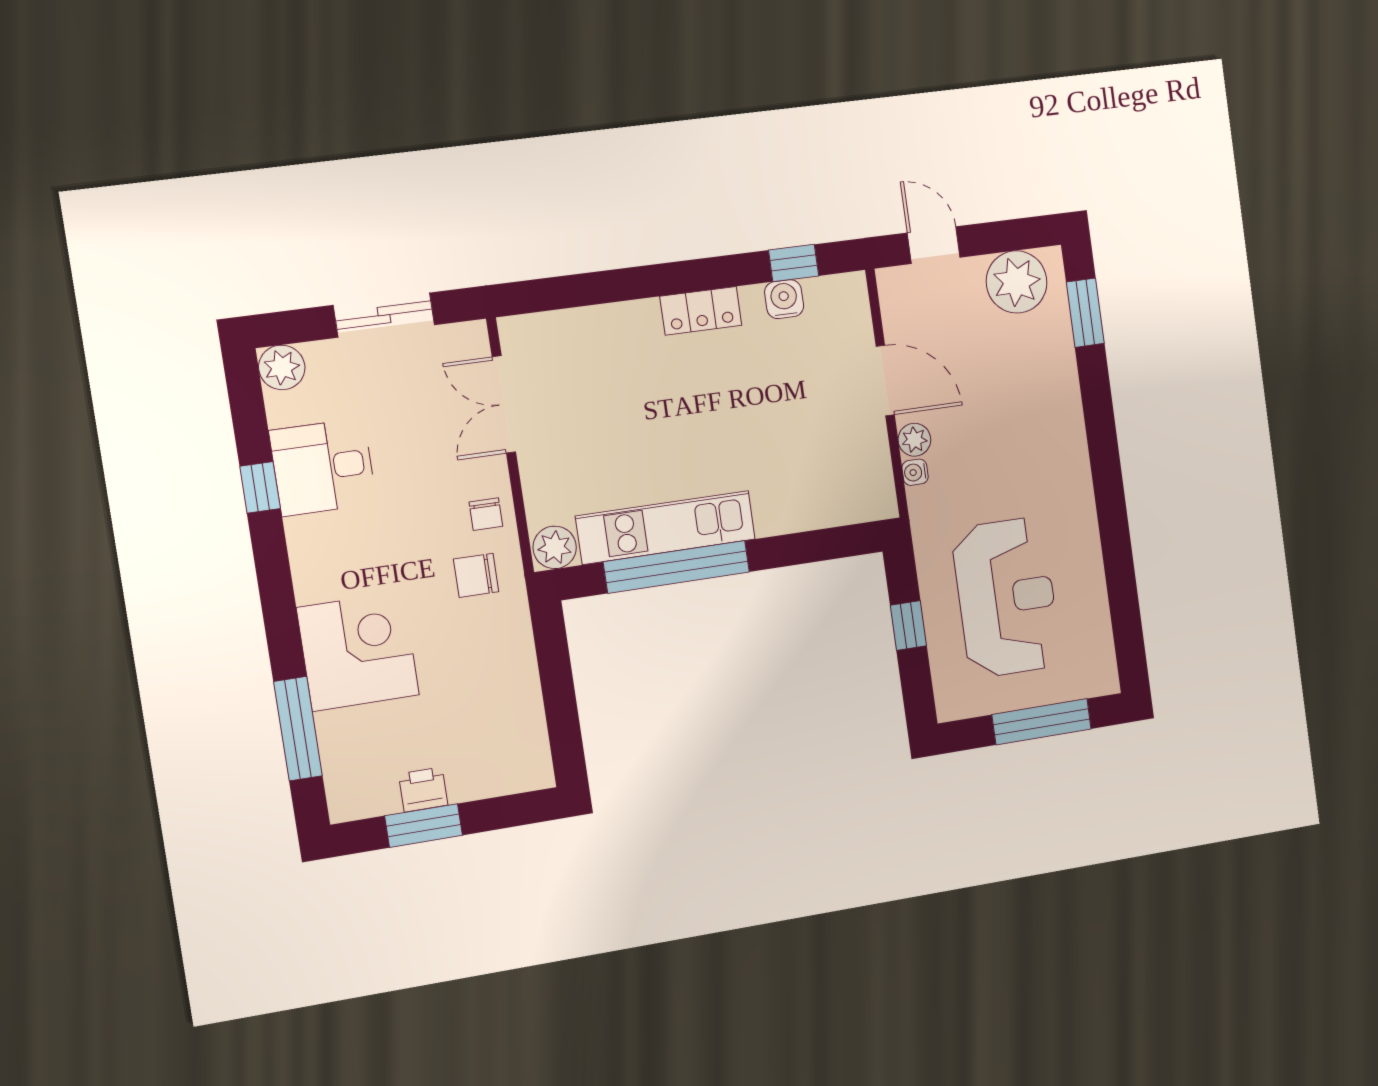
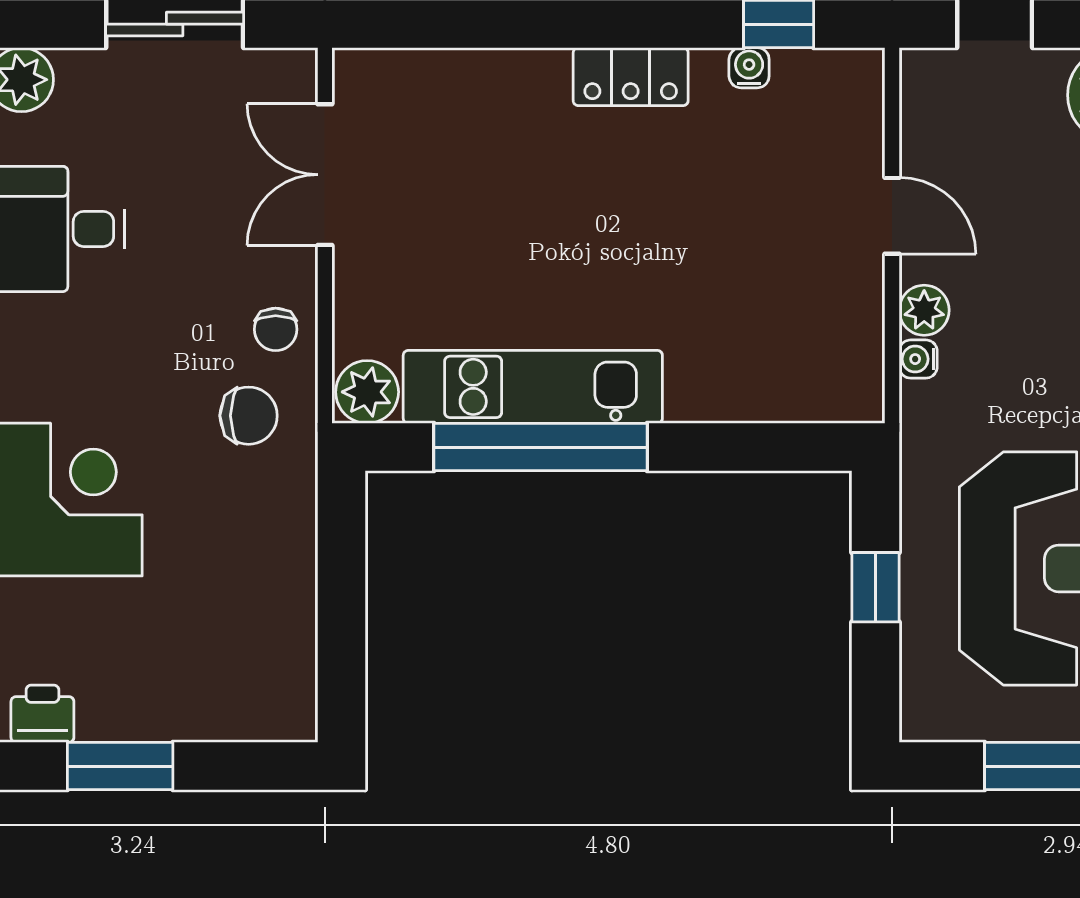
water cooler: (784, 299) -> (749, 68), width x0.72, depth x0.72
door: (885, 380) -> (892, 216), width x0.73
chair: (476, 575) -> (249, 416), turned 180
printer: (423, 790) -> (42, 714), moved

